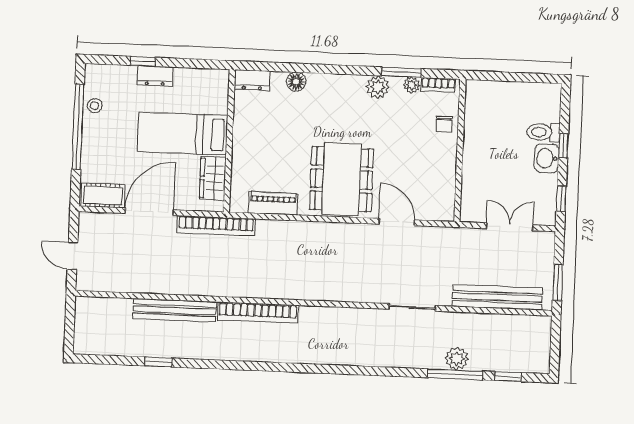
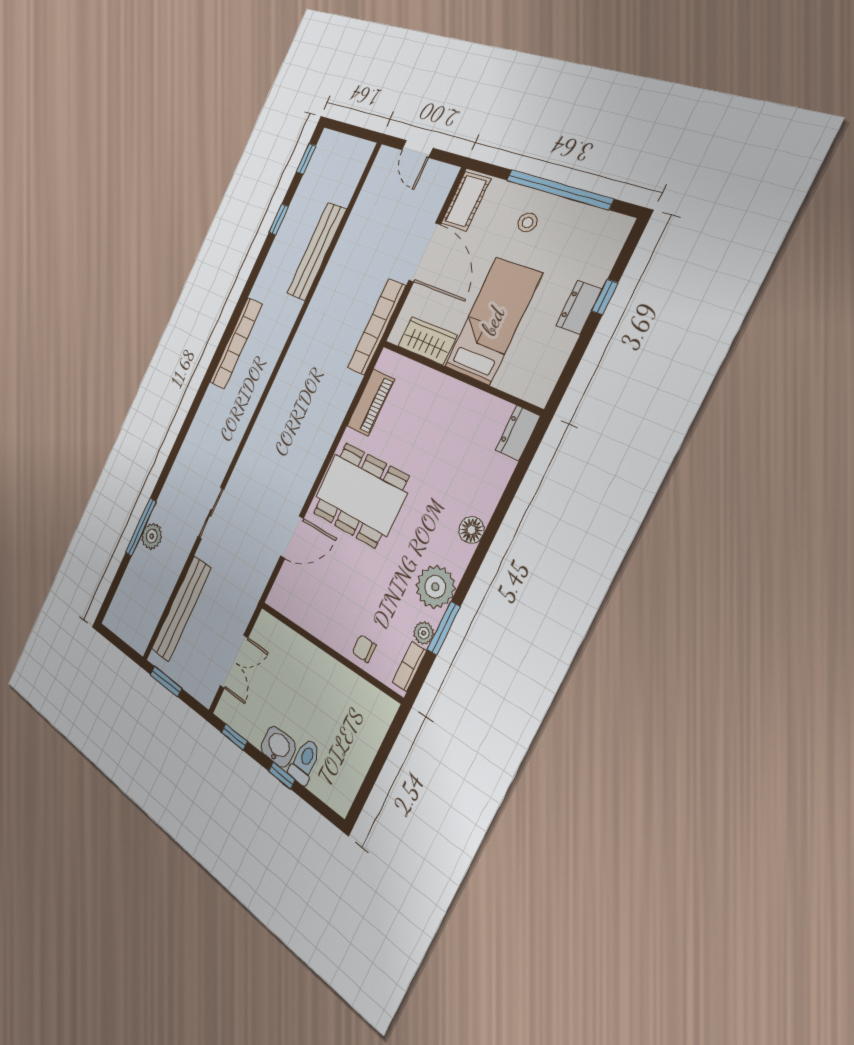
floor lamp: (296, 82) -> (471, 530), moved
plant: (378, 87) -> (435, 587), width x1.36, depth x1.36
stool: (95, 106) -> (528, 222), moved
door: (73, 256) -> (417, 149), swing flipped
bookcase: (258, 313) -> (236, 344), moved, turned 180
window: (508, 377) -> (306, 159), moved

